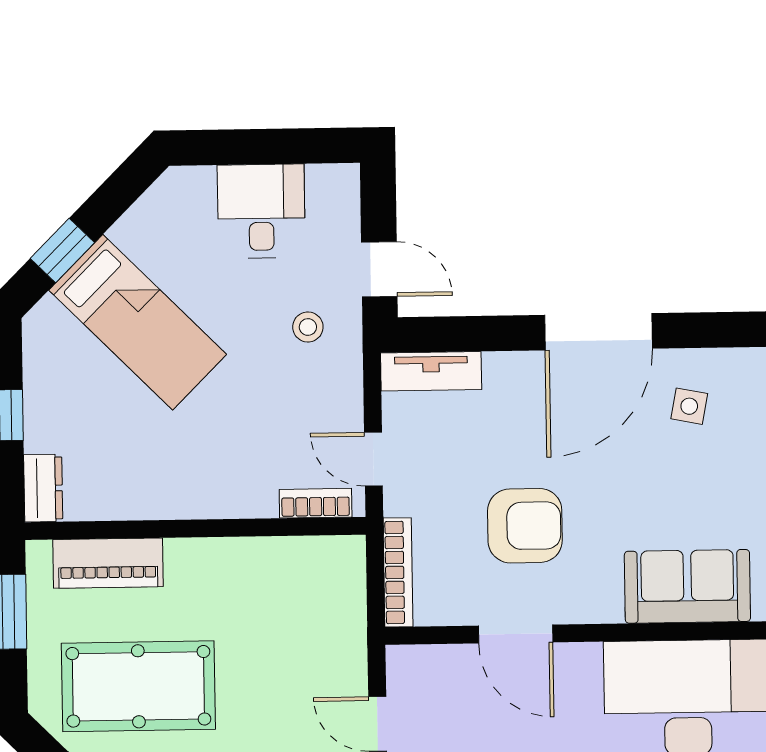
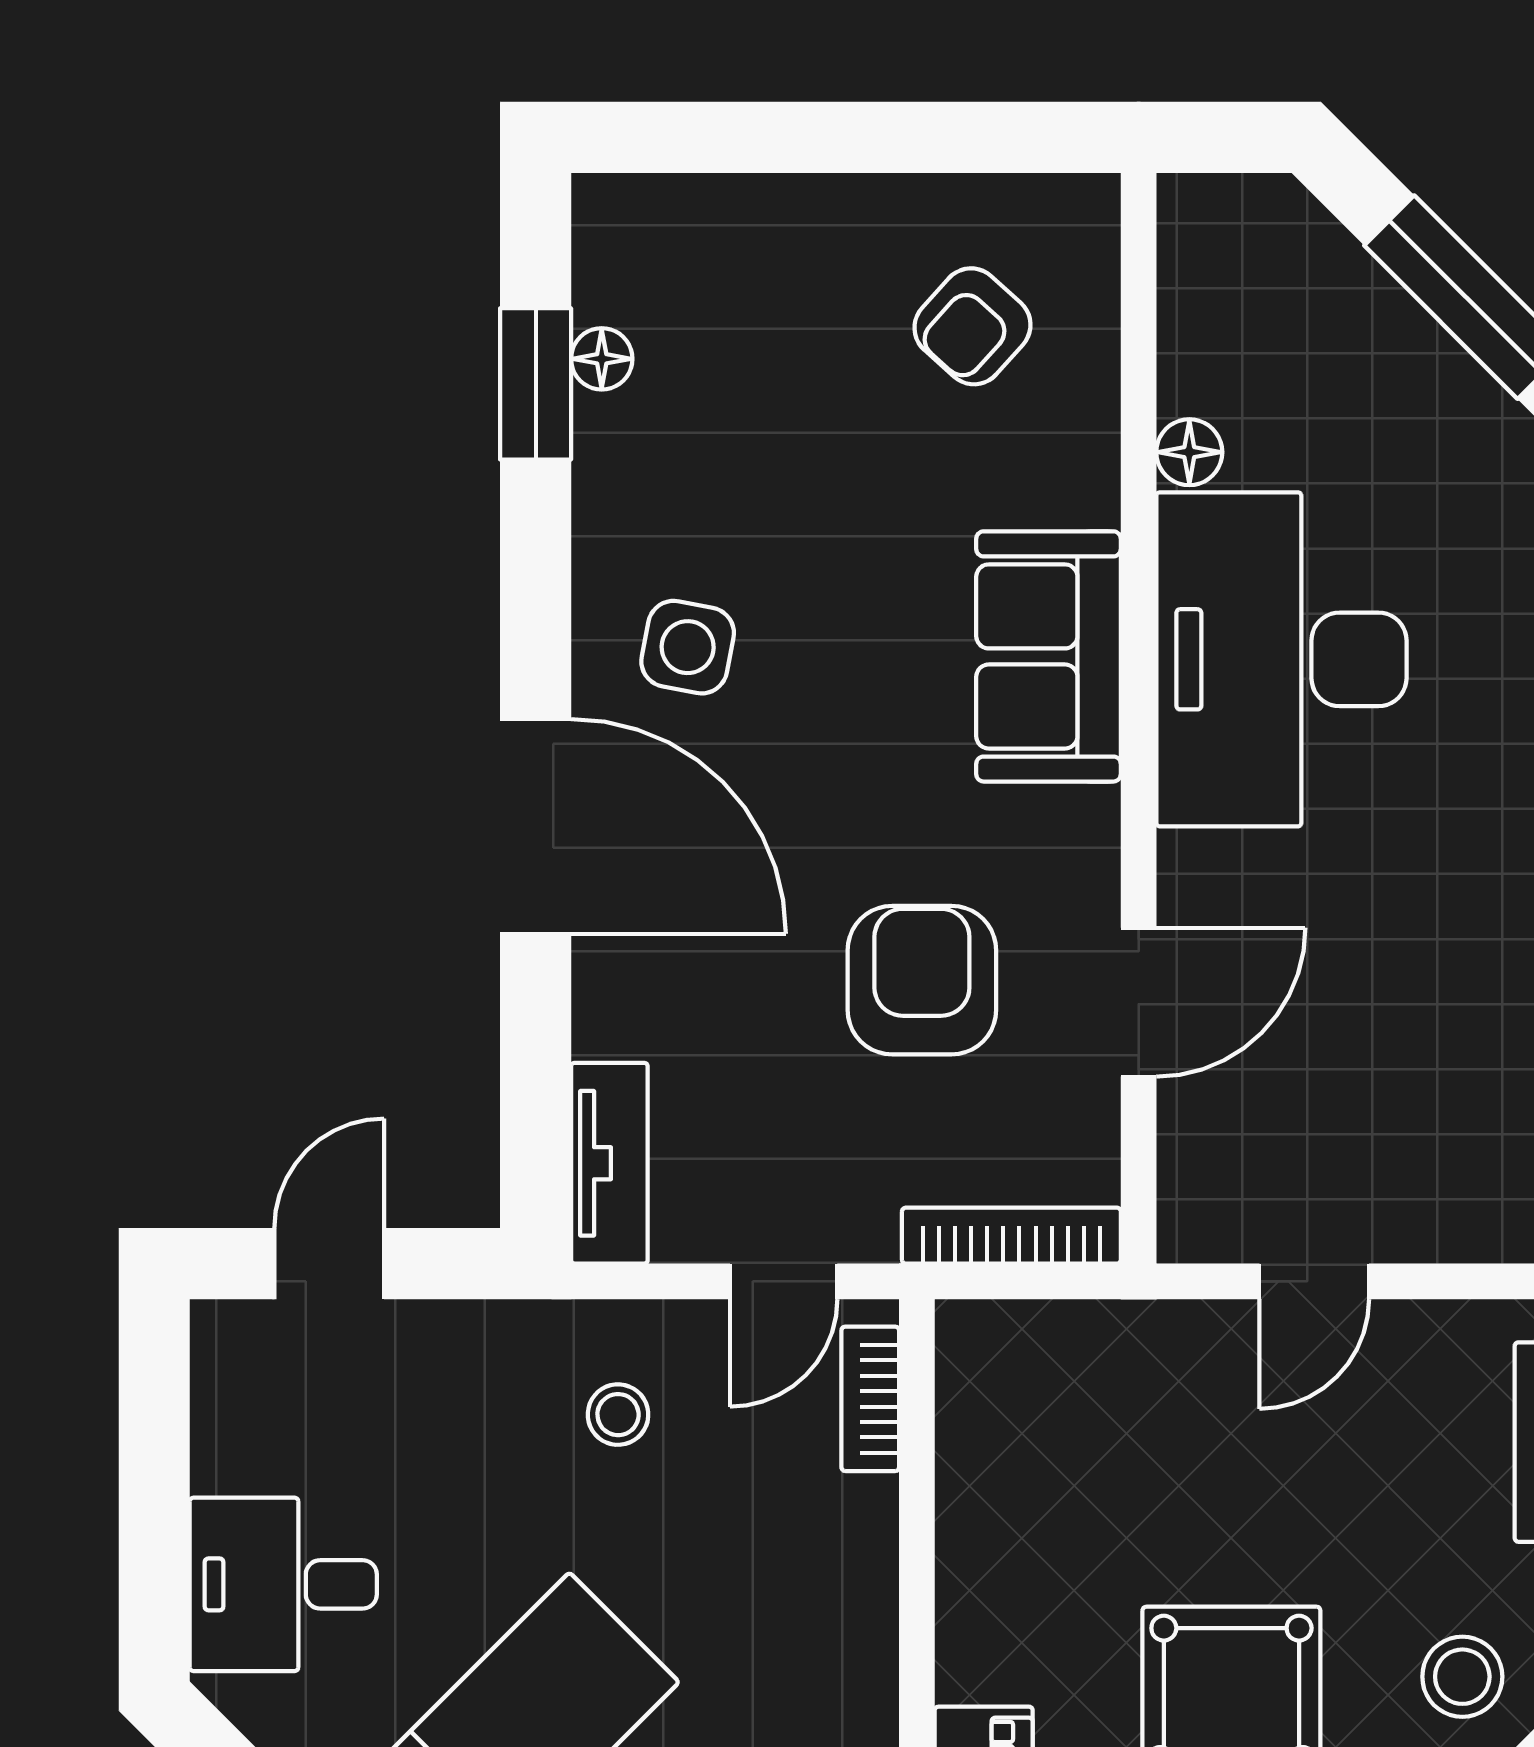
desk: (261, 211) -> (283, 1584), moved
door: (379, 269) -> (329, 1264), moved
stool: (308, 327) -> (618, 1415), moved
side table: (689, 406) -> (688, 647), width x1.37, depth x1.37

